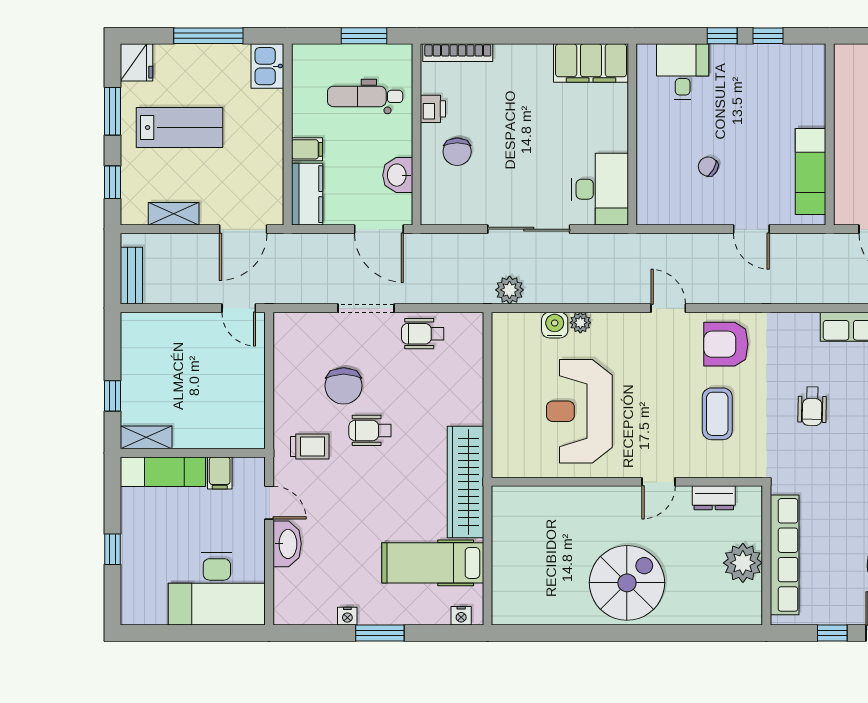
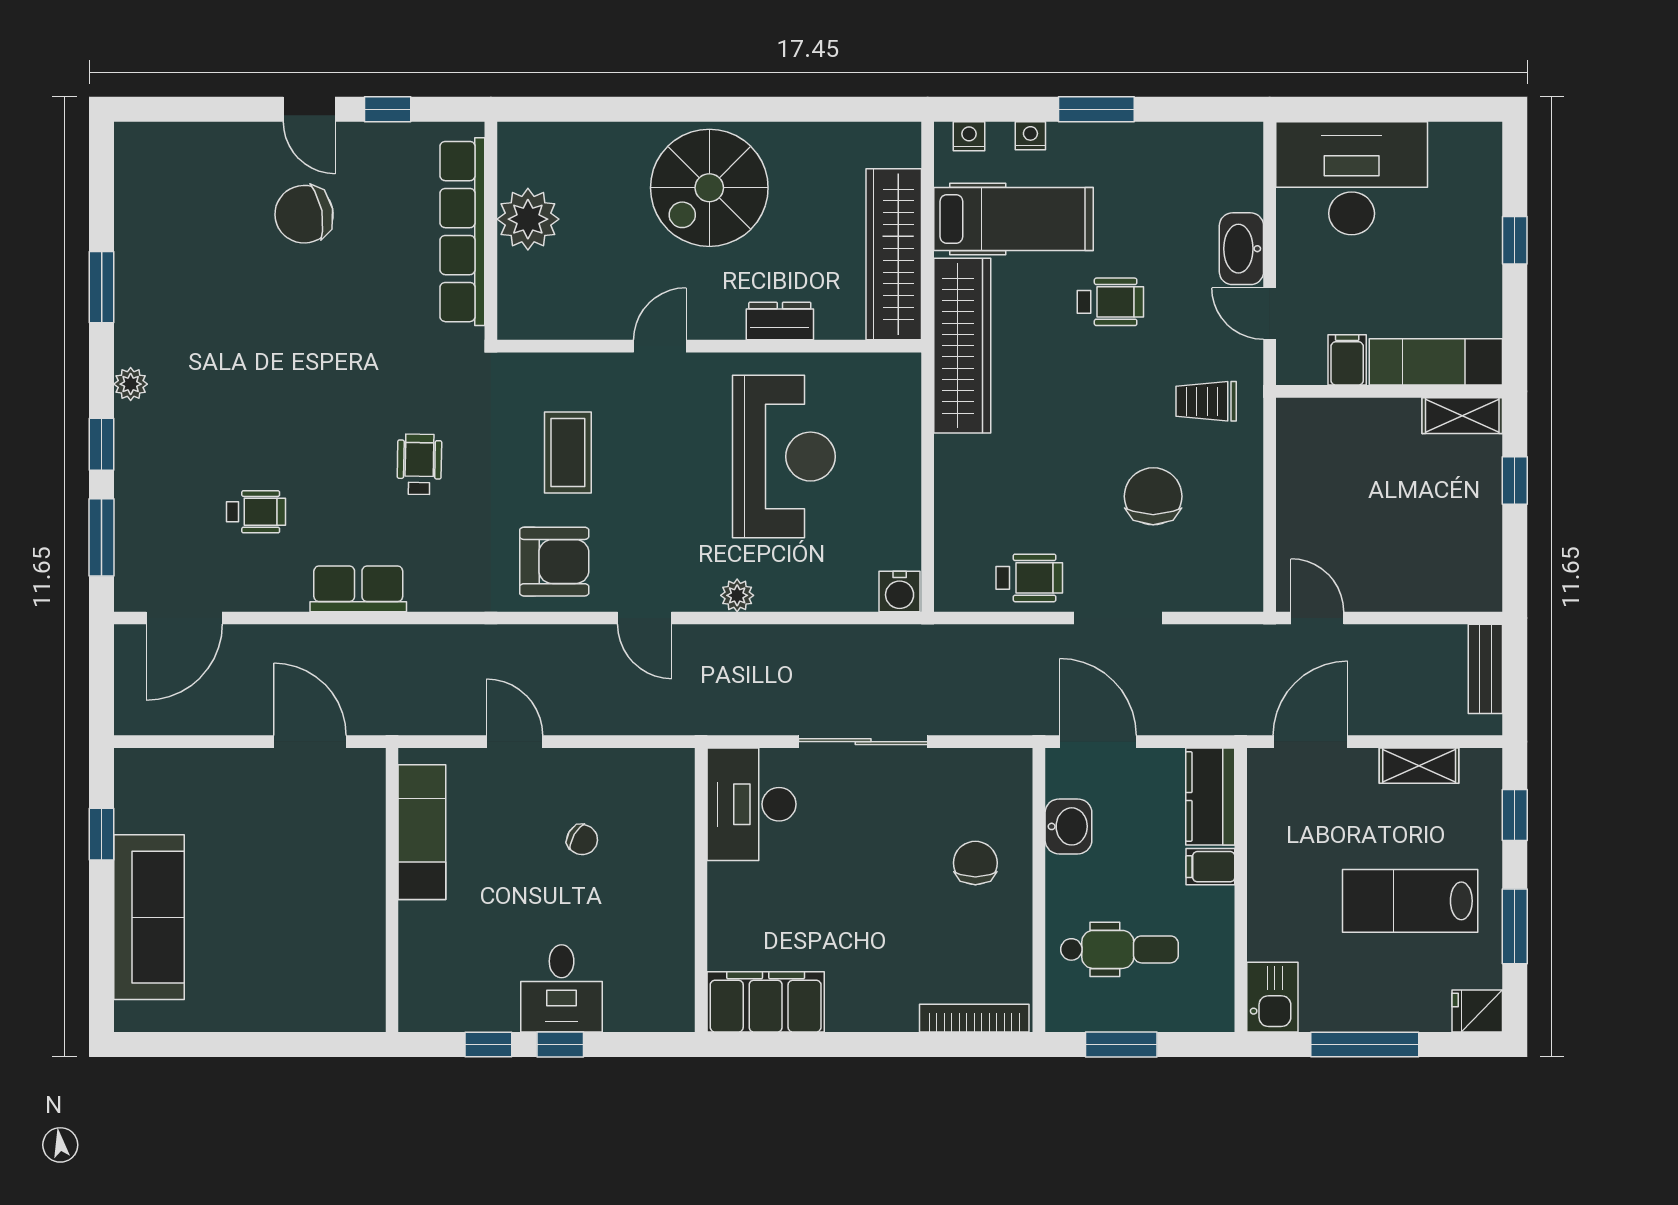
fridge: (137, 62) -> (1477, 1011), width x0.72
desk: (683, 72) -> (562, 988), moved
printer: (433, 109) -> (1013, 930), removed
plant: (510, 290) -> (893, 646), removed
plant: (580, 323) -> (737, 595), moved
water cooler: (555, 325) -> (900, 591), moved
wheelchair: (370, 430) -> (1110, 302), moved
dresser: (714, 498) -> (780, 321), moved
wardrobe: (509, 540) -> (894, 254), added
nightstand: (347, 616) -> (1030, 136), moved

